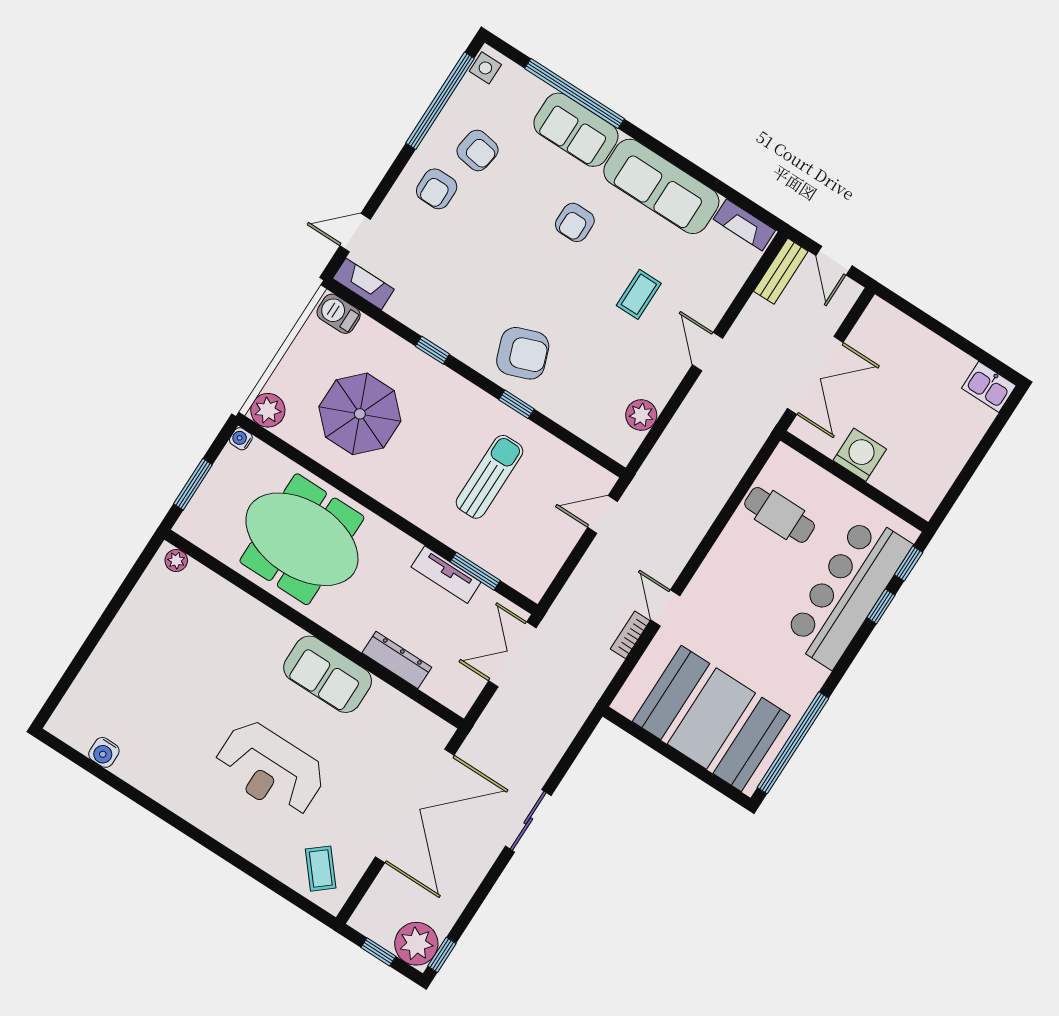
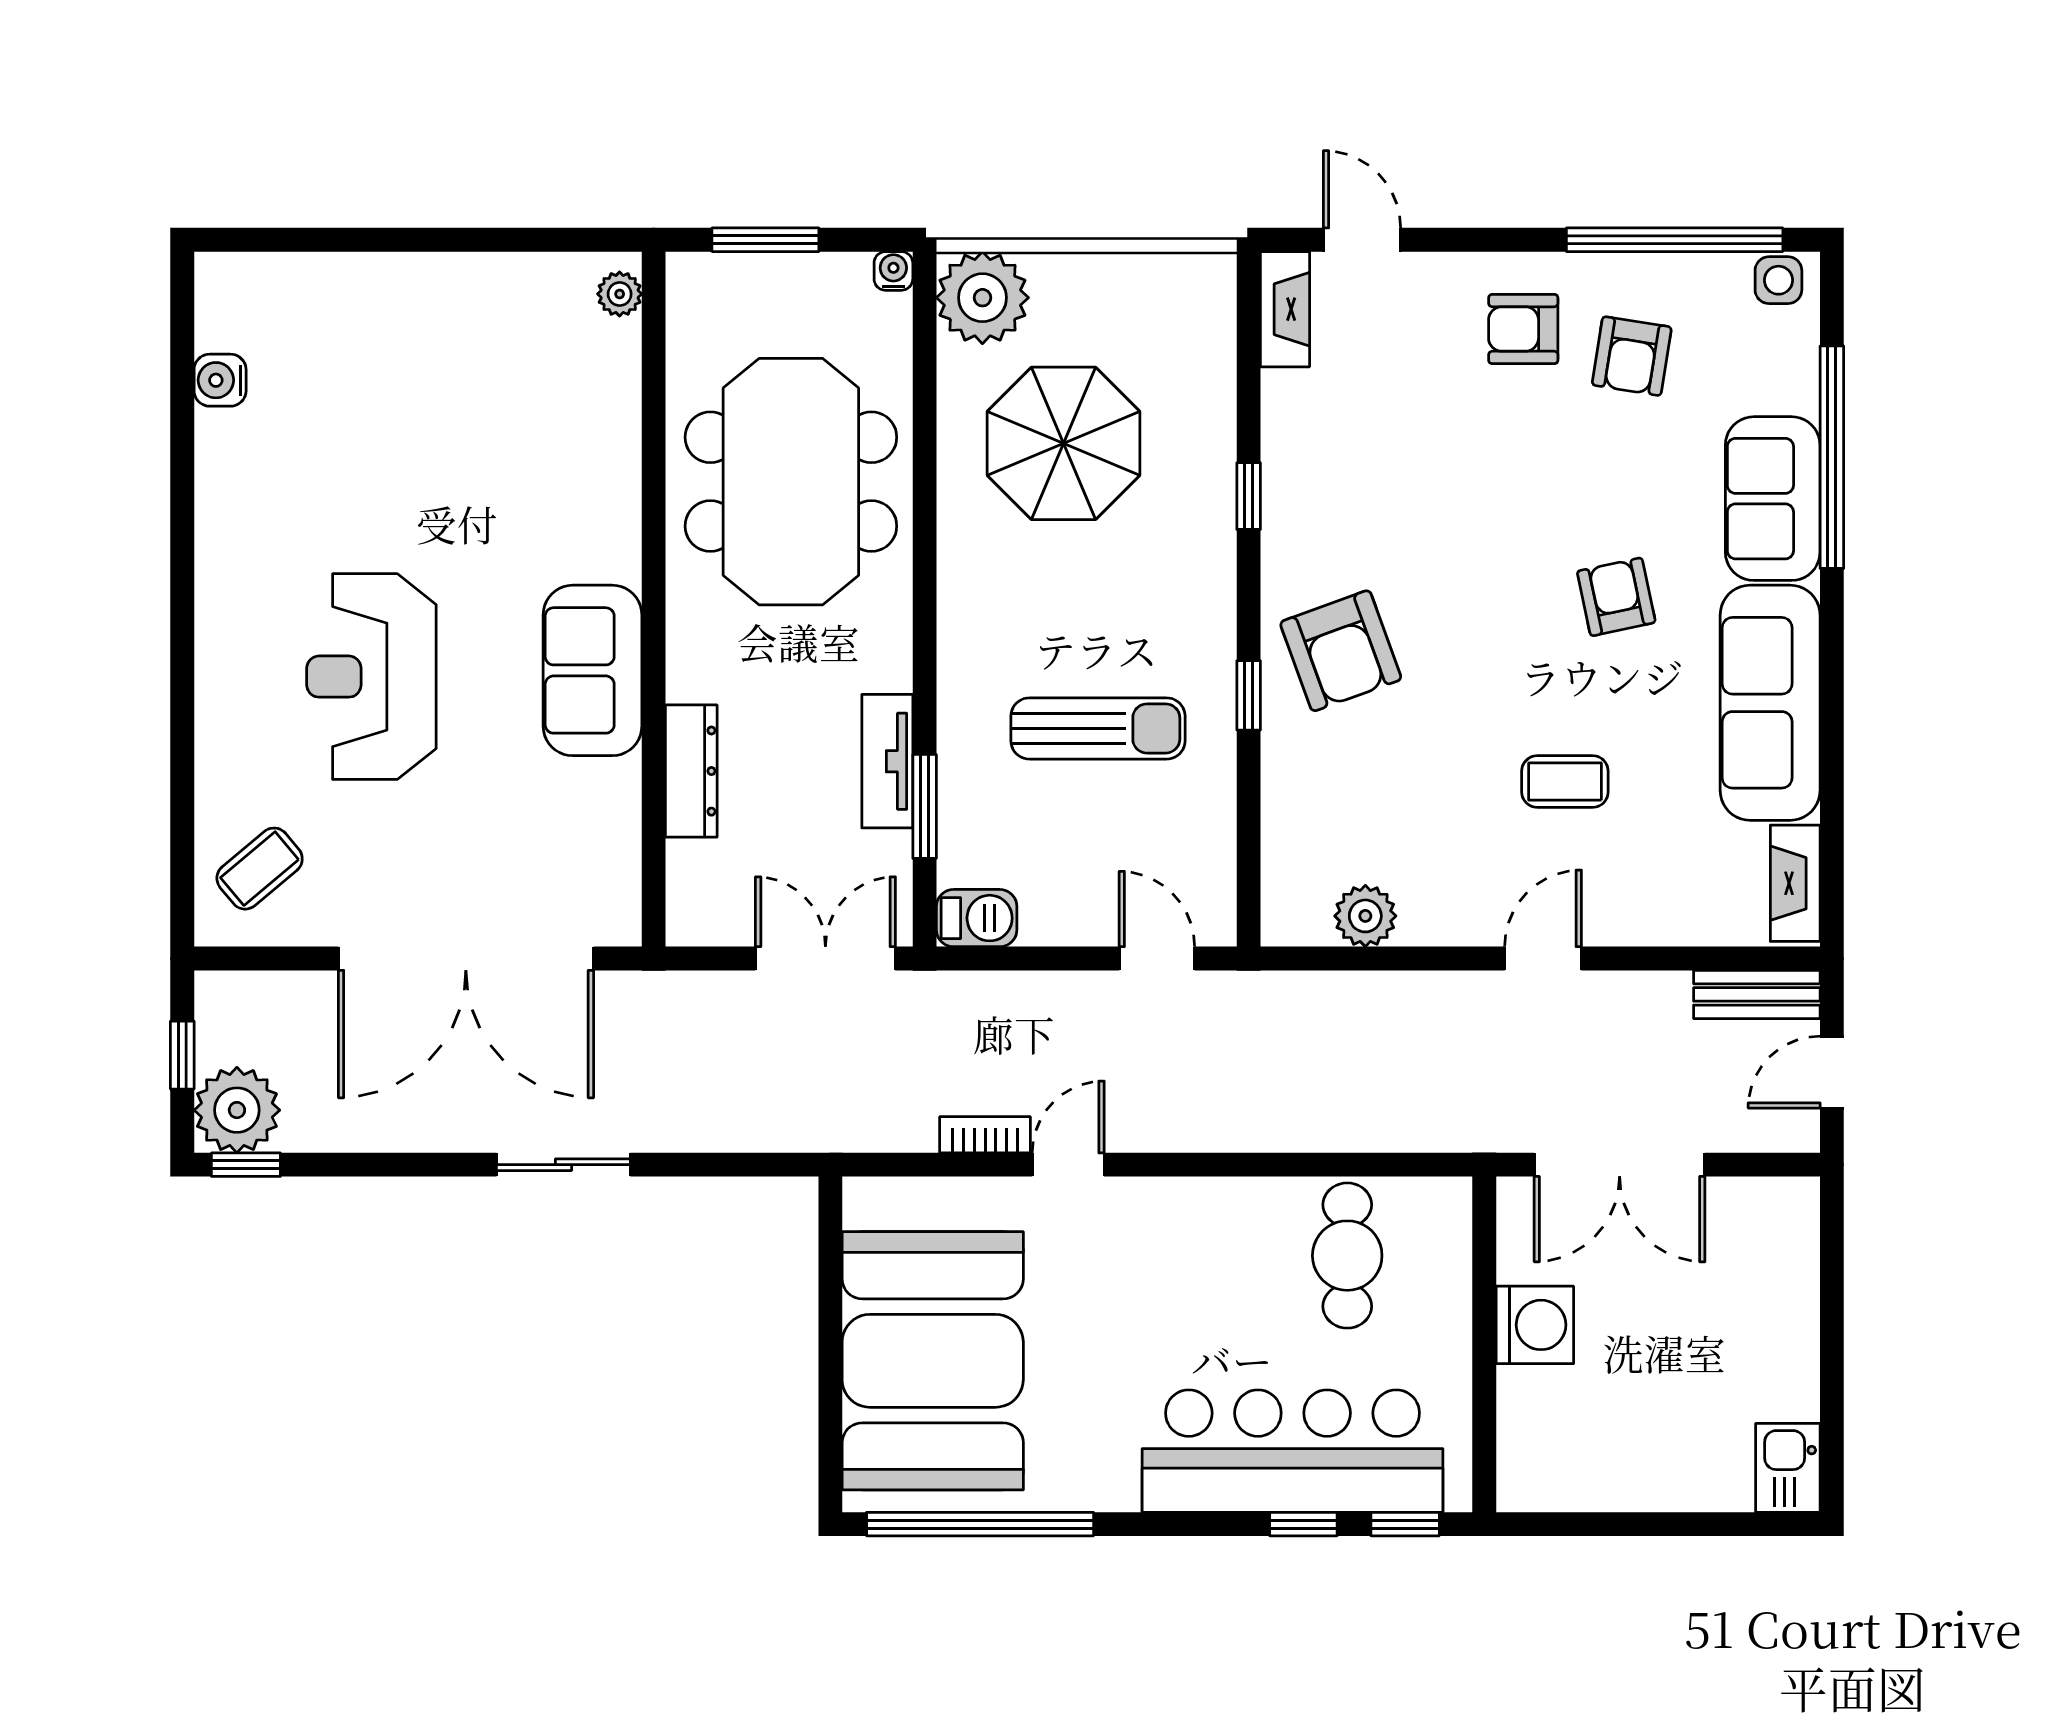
armchair: (575, 222) -> (1616, 597), turned 78
barbecue: (339, 314) -> (977, 918), moved, turned 90
plant: (268, 410) -> (982, 298), width x1.36, depth x1.36

